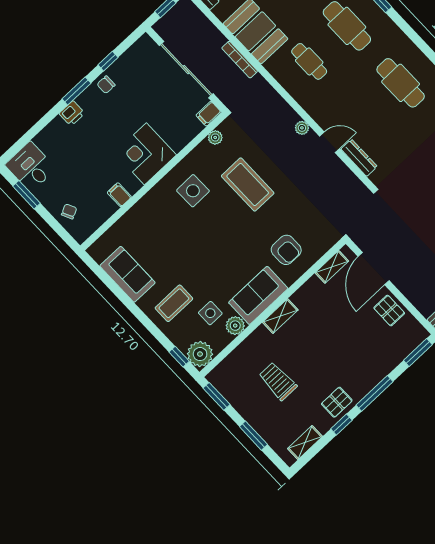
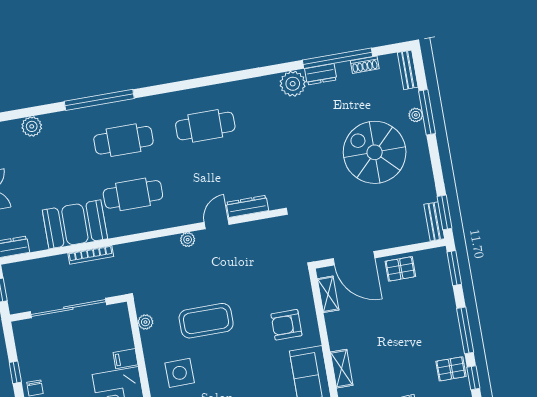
cafe table: (309, 61) -> (133, 194), width x1.37, depth x1.35
filing cabinet: (209, 114) -> (126, 359), moved, turned 90
armchair: (286, 250) -> (286, 325), turned 180
pallet: (337, 402) -> (451, 369), turned 90

